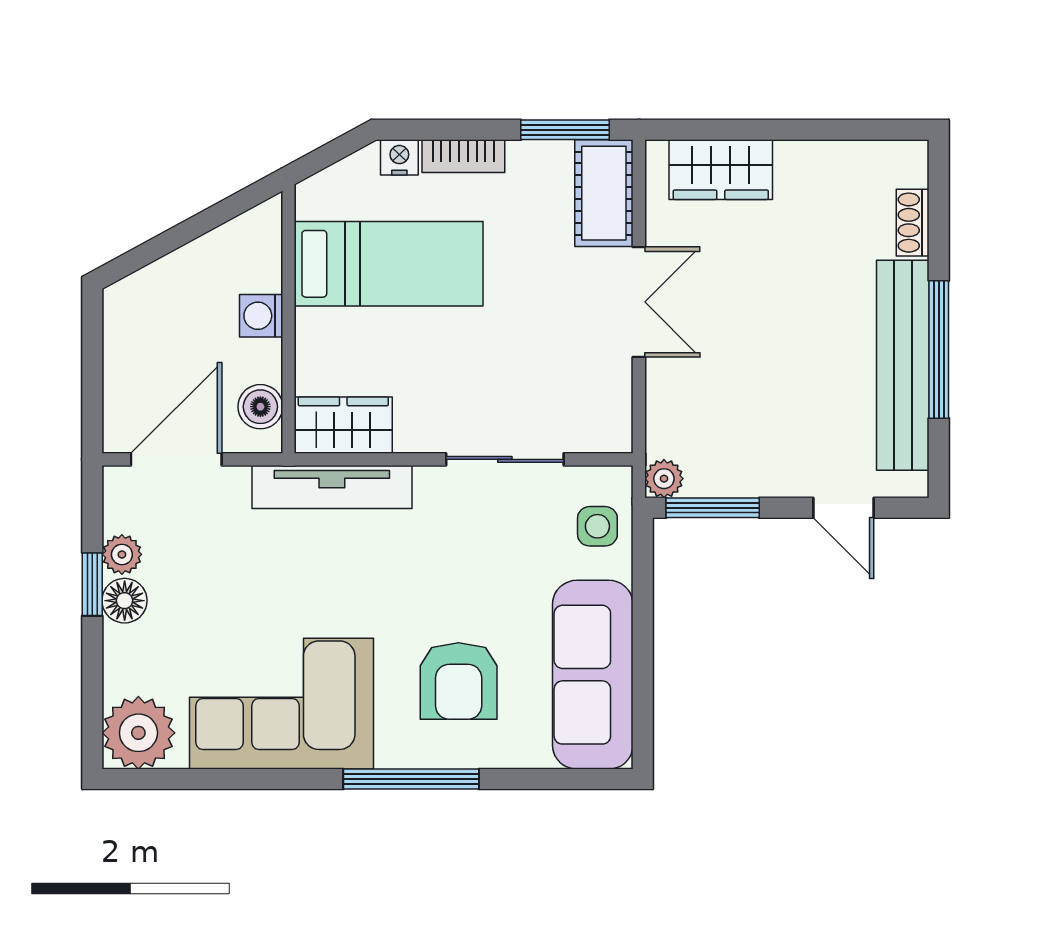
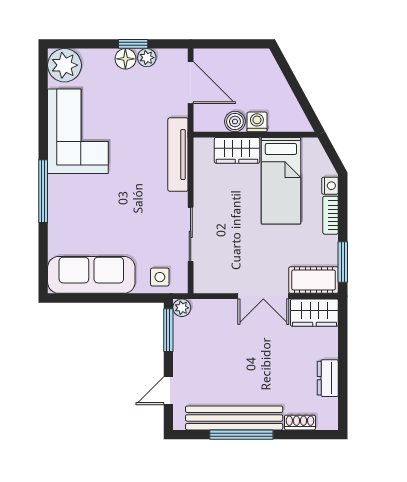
dresser: (816, 162) -> (328, 378), added
wardrobe: (721, 170) -> (314, 313), moved, turned -90
boiler: (260, 407) -> (235, 122), moved
wardrobe: (343, 425) -> (237, 150), moved, turned 90
armchair: (459, 681) -> (88, 213), removed

